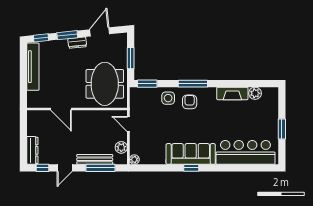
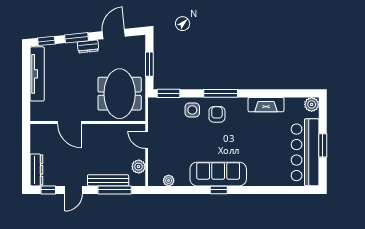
plant: (255, 93) -> (312, 104), moved
bar counter: (245, 152) -> (305, 152), moved, turned -90
plant: (134, 160) -> (169, 180), moved

